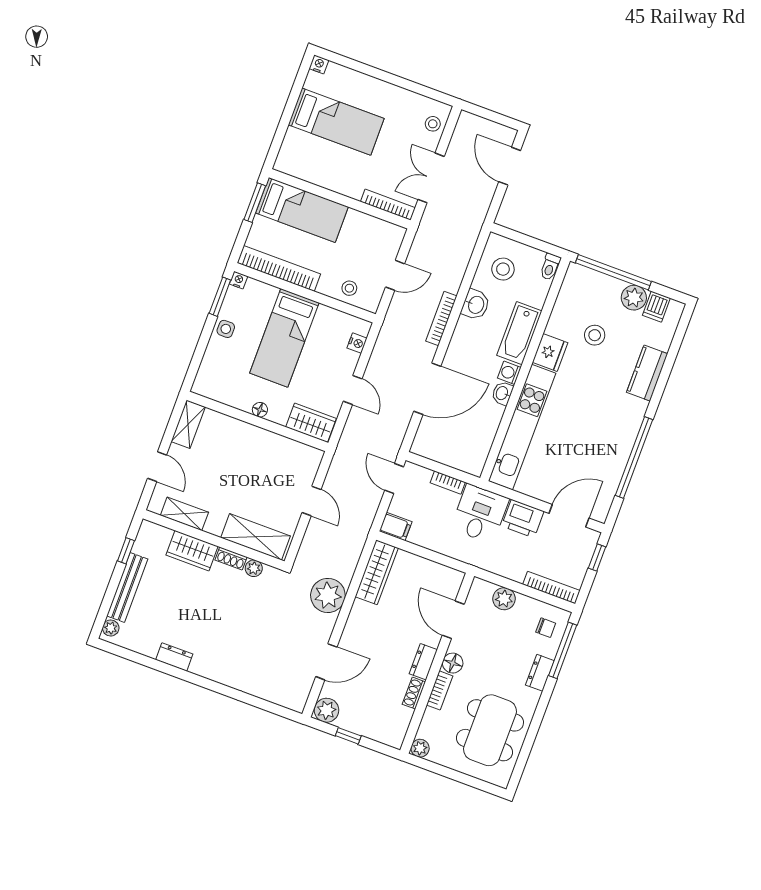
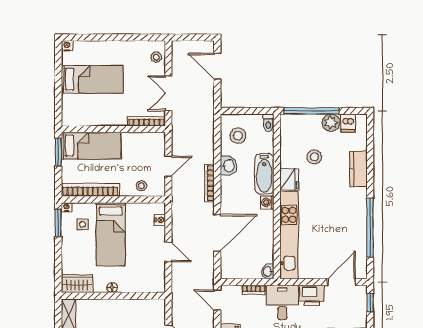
side table: (226, 329) -> (82, 224), moved
washbasin: (502, 393) -> (268, 271), moved
wardrobe: (311, 423) -> (77, 284), moved

